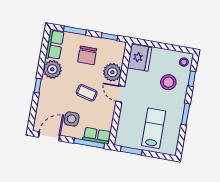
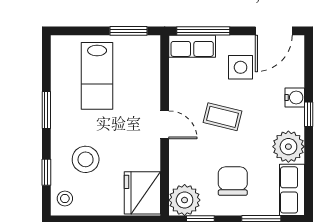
plant: (112, 72) -> (185, 200), moved
water cooler: (44, 97) -> (295, 97), added

